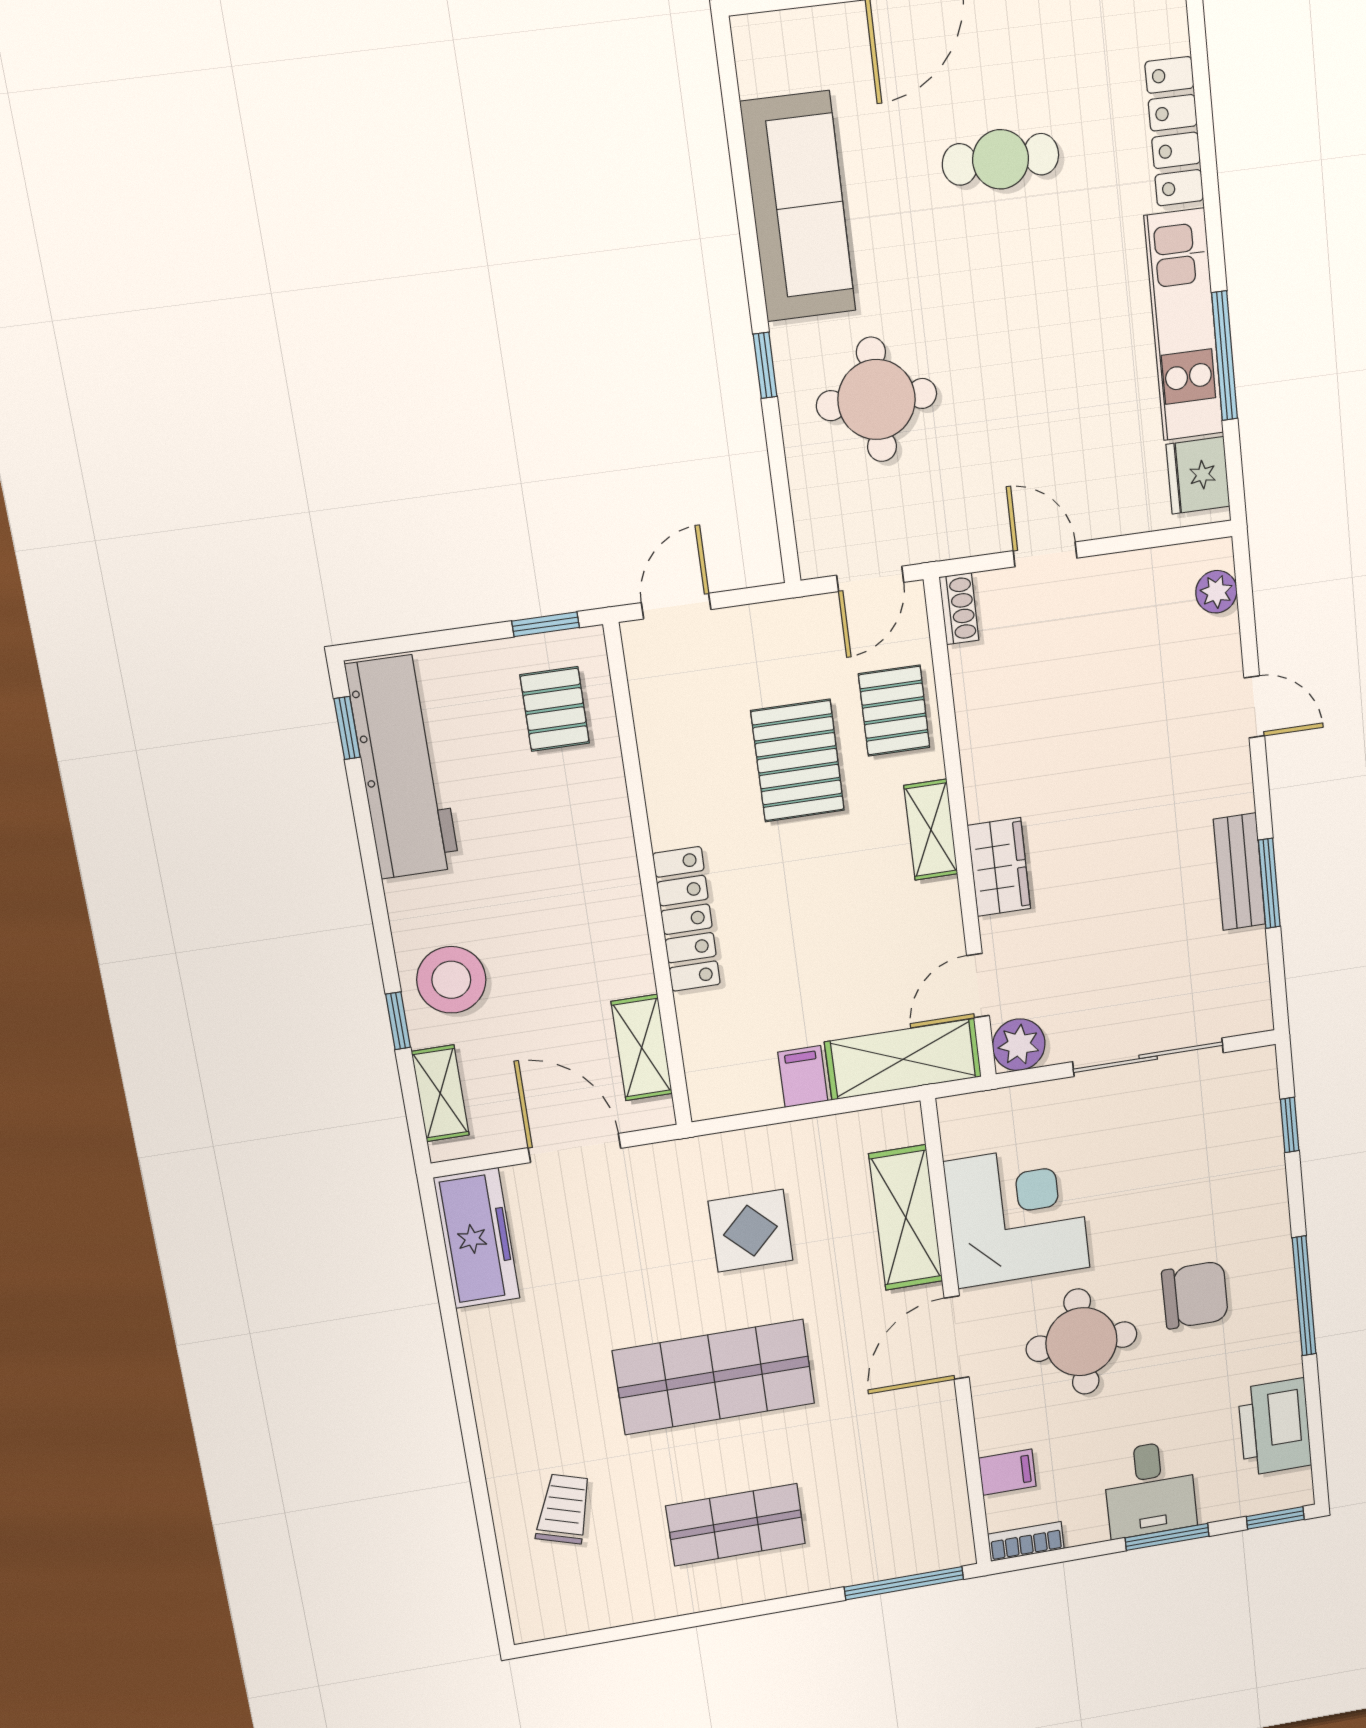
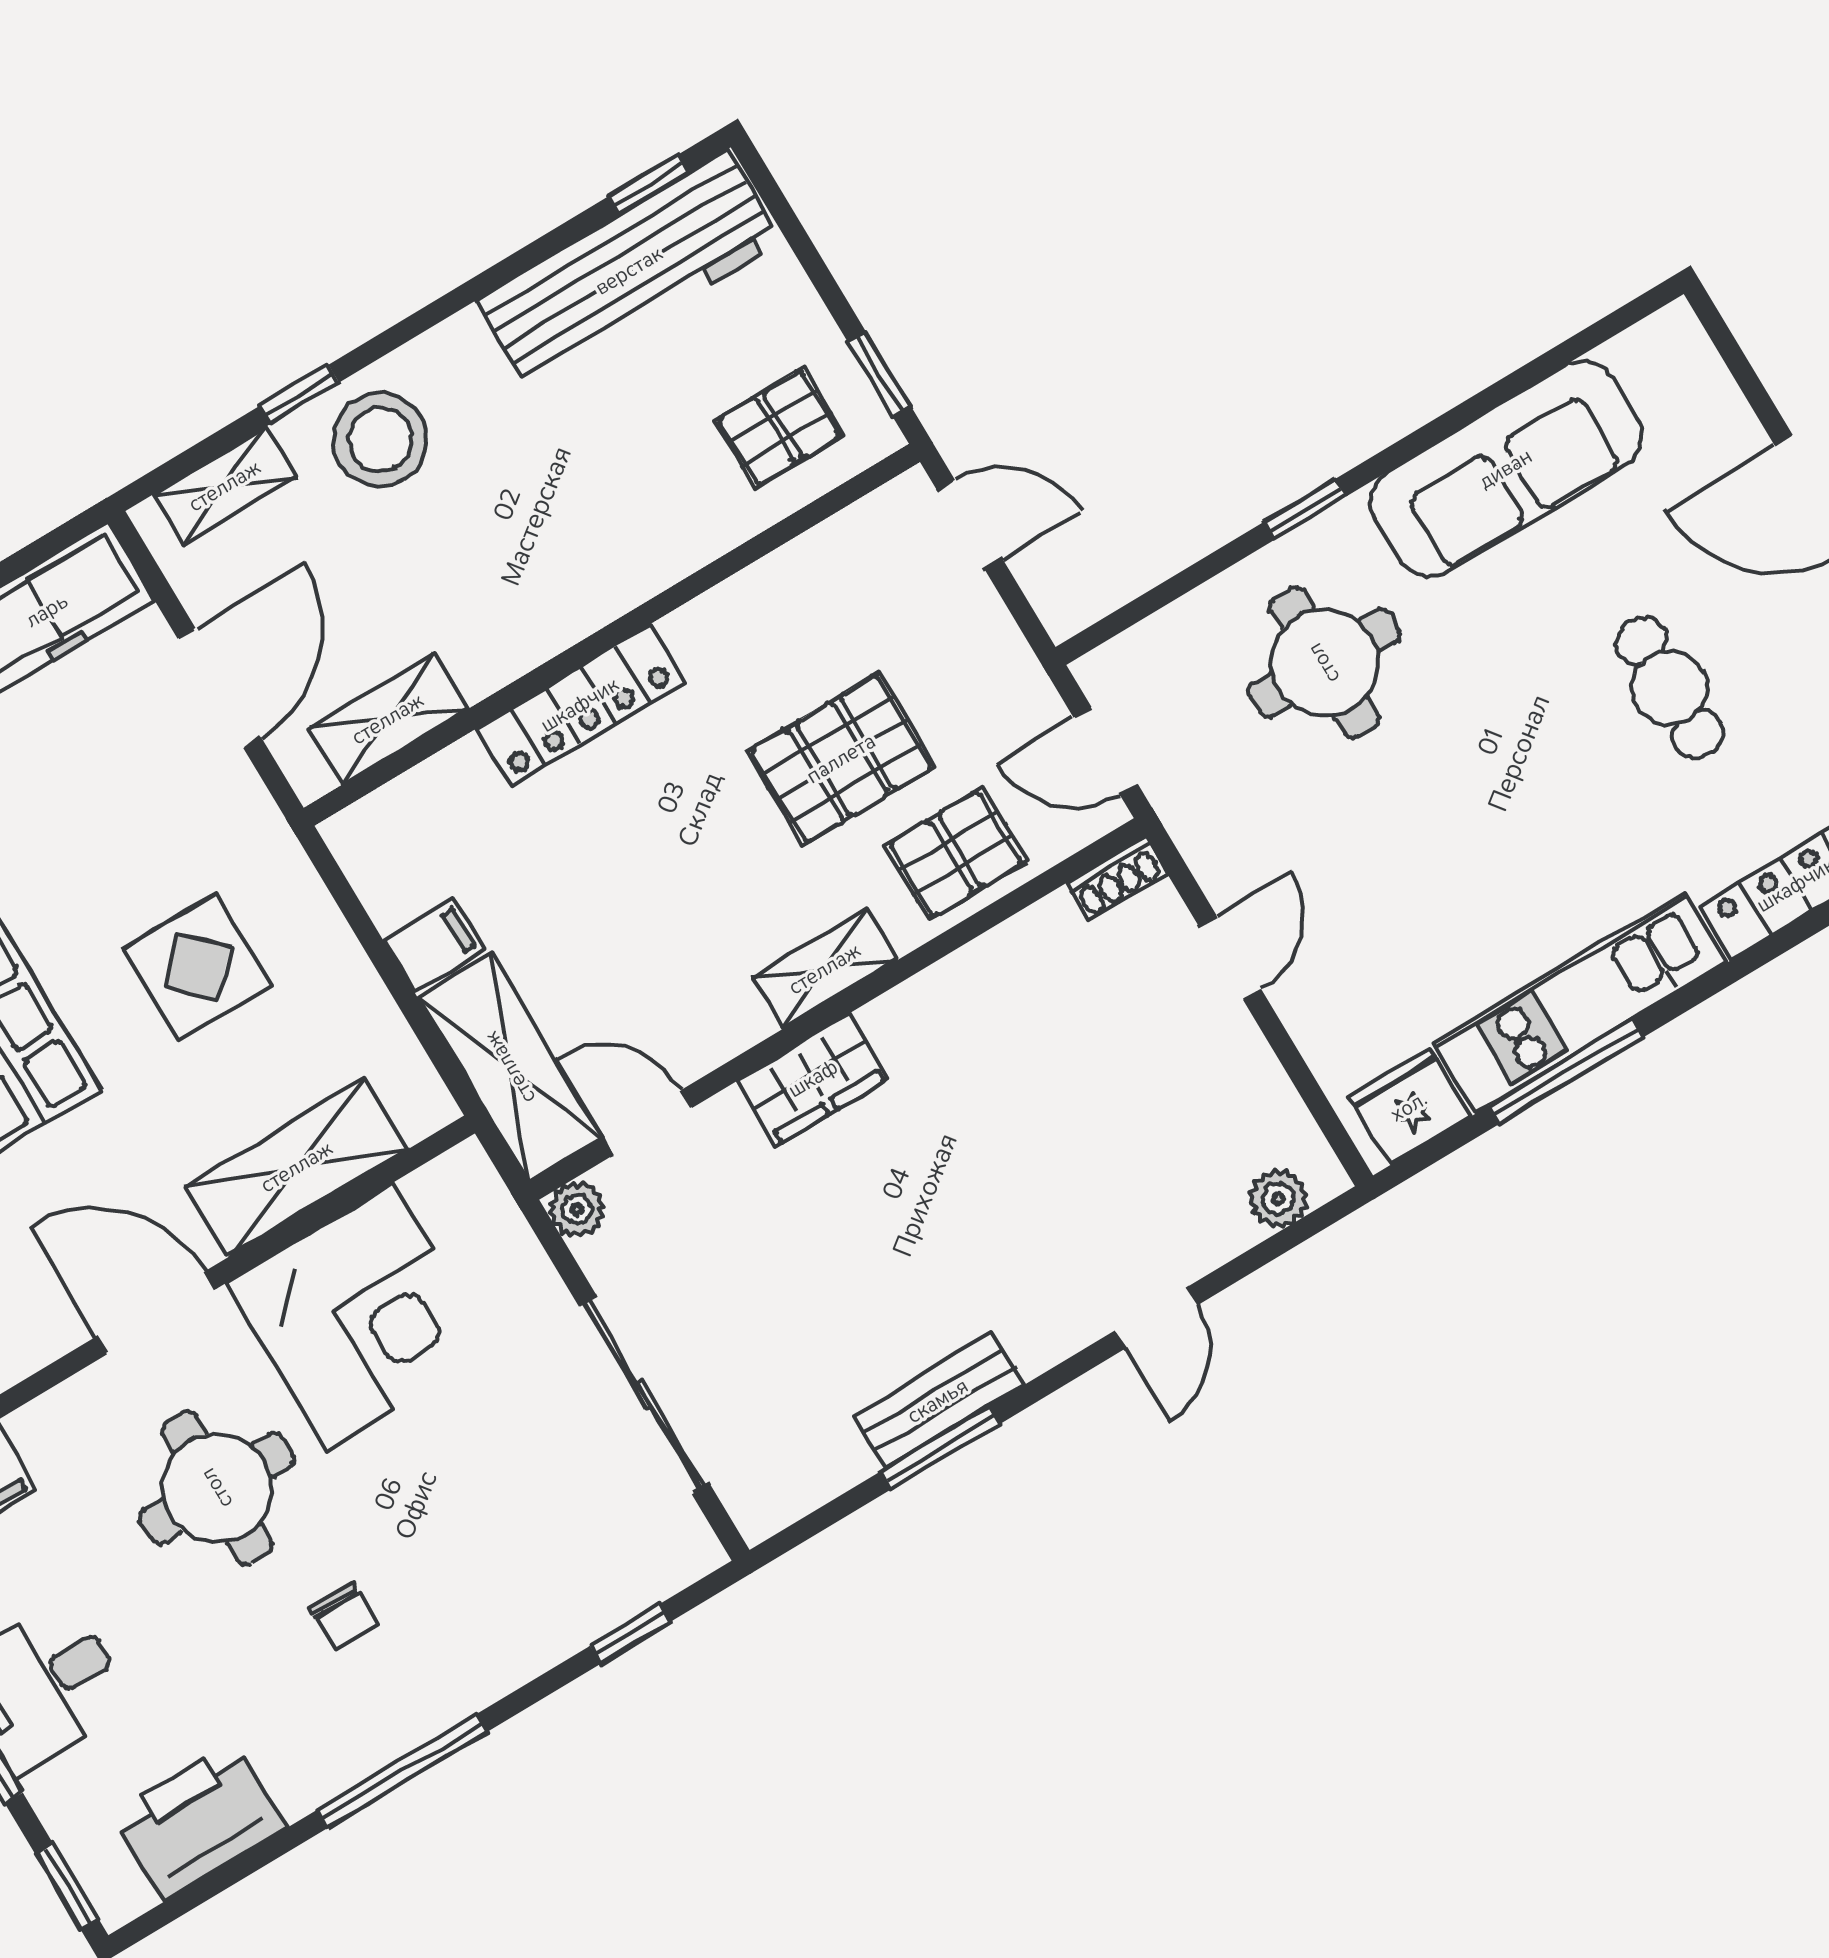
plant: (1019, 1045) -> (577, 1209), width x0.73, depth x0.73
chair: (1195, 1295) -> (344, 1616), width x0.54, depth x0.54

